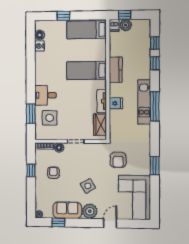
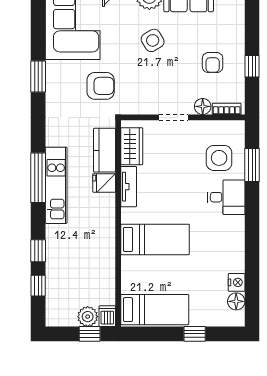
kitchen counter: (116, 70) -> (104, 150), moved
armchair: (118, 160) -> (101, 86), turned 90

